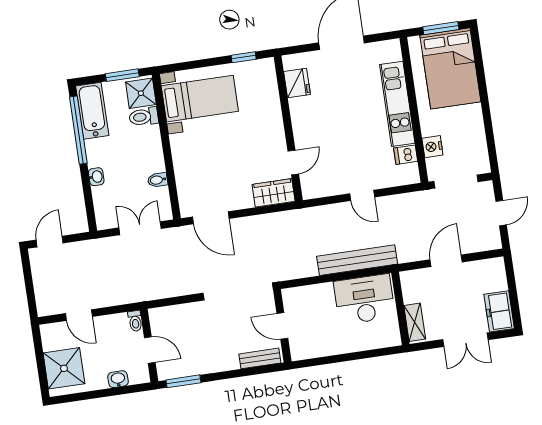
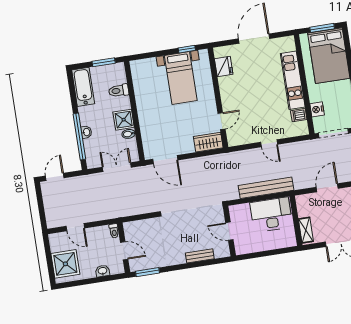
shower: (141, 93) -> (124, 120), moved
bed with nightstands: (200, 99) -> (181, 78), moved, turned 90
window: (78, 130) -> (79, 136), moved
door: (282, 326) -> (229, 231), moved
wall: (282, 326) -> (229, 231), moved

